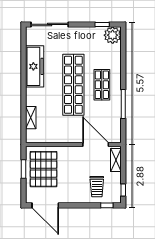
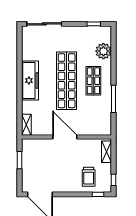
plant: (113, 35) -> (103, 51), moved
freezer: (35, 66) -> (30, 80), moved
shelving: (31, 118) -> (26, 125), moved
door: (96, 145) -> (65, 137), moved
pallet: (44, 169) -> (38, 160), removed

